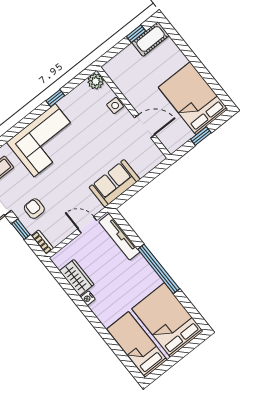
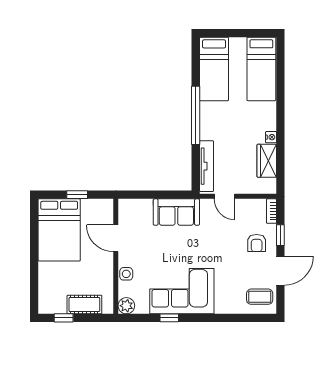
cot: (150, 39) -> (84, 305), moved
corner sofa: (45, 140) -> (182, 291), moved
bed: (167, 320) -> (214, 69), width x0.67

